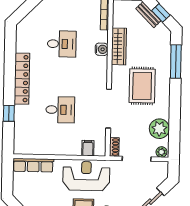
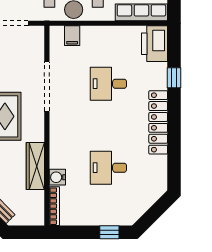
water cooler: (102, 49) -> (57, 177), moved
printer: (23, 140) -> (155, 44), added
shoe rack: (114, 147) -> (39, 38), removed

